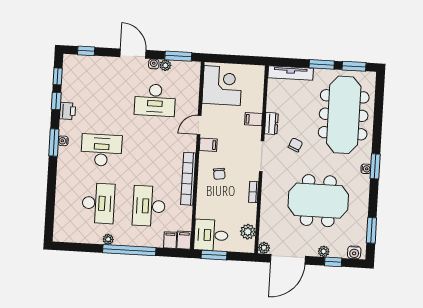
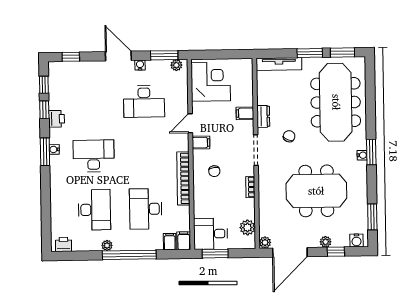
plant: (165, 65) -> (176, 65), moved
printer: (65, 235) -> (63, 244), added

